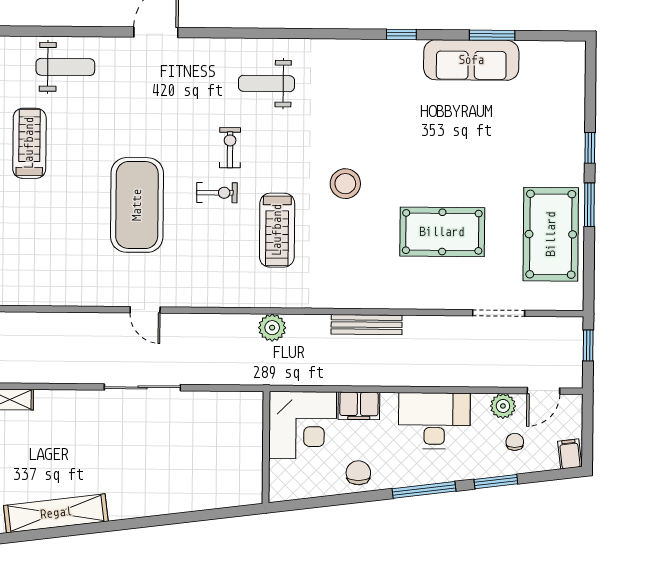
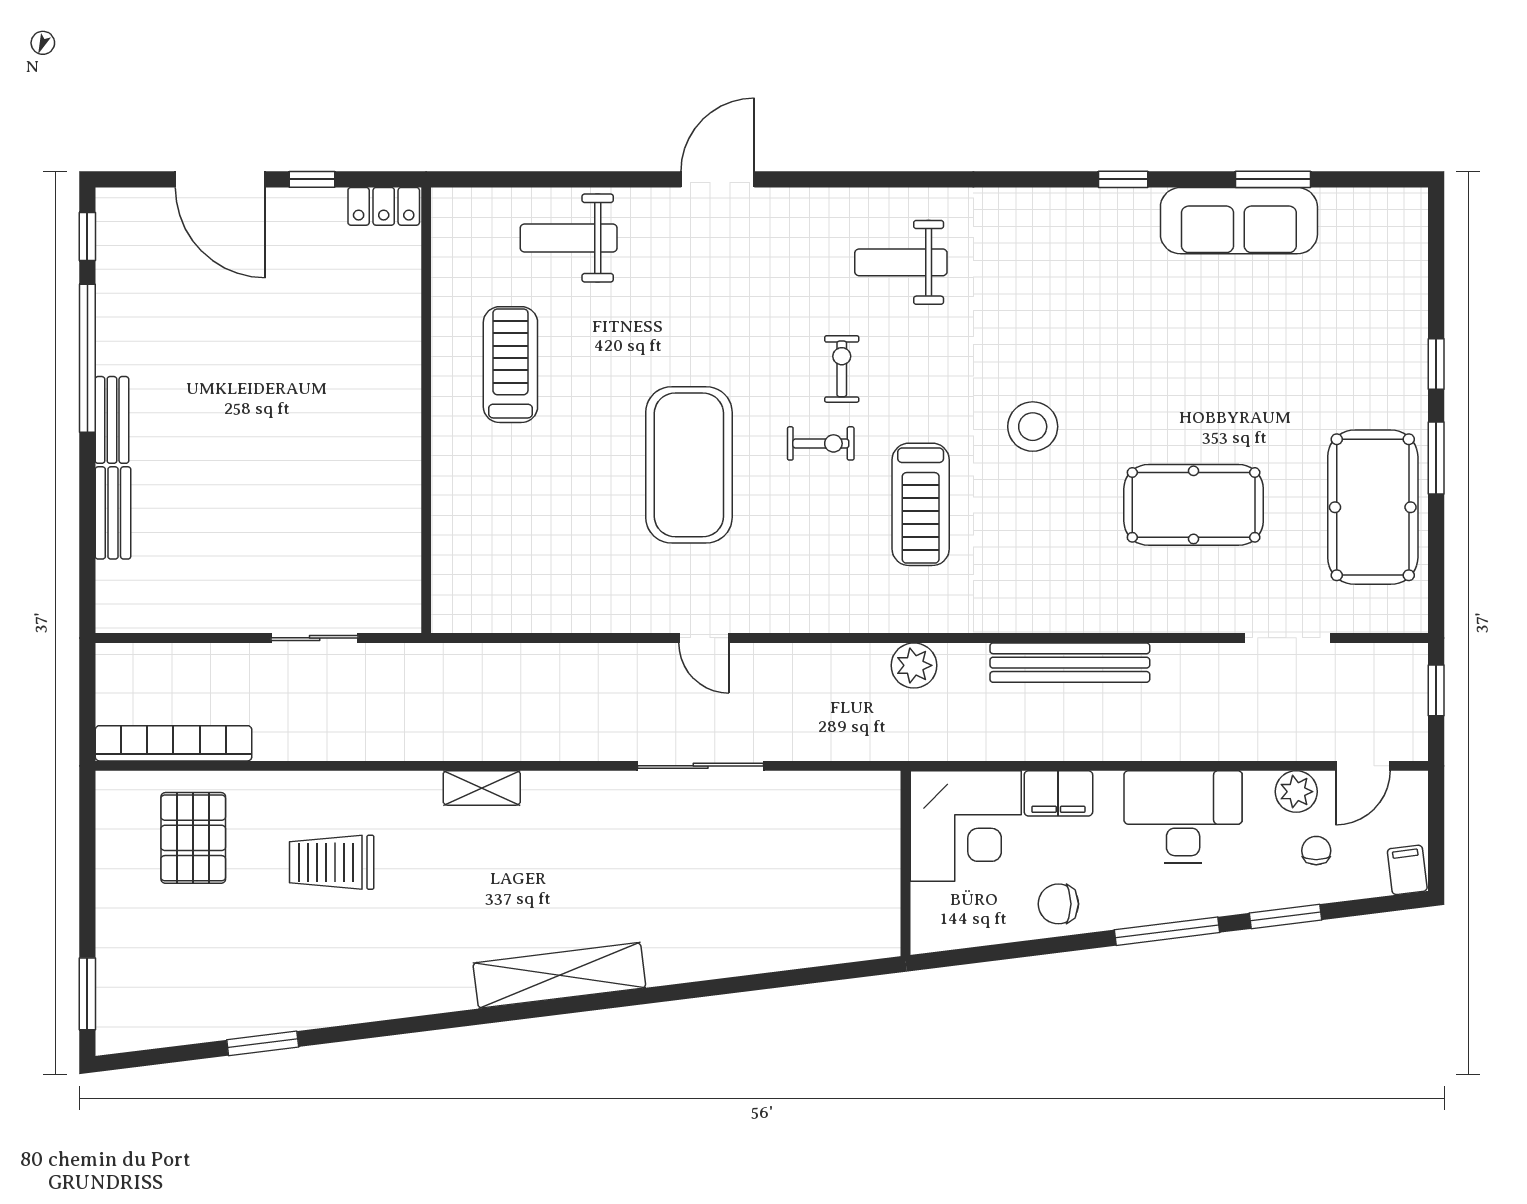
weight bench: (65, 67) -> (569, 238), turned 180
bench: (367, 325) -> (1070, 663), width x1.37, depth x1.21
chair: (358, 473) -> (1058, 904), turned -90

